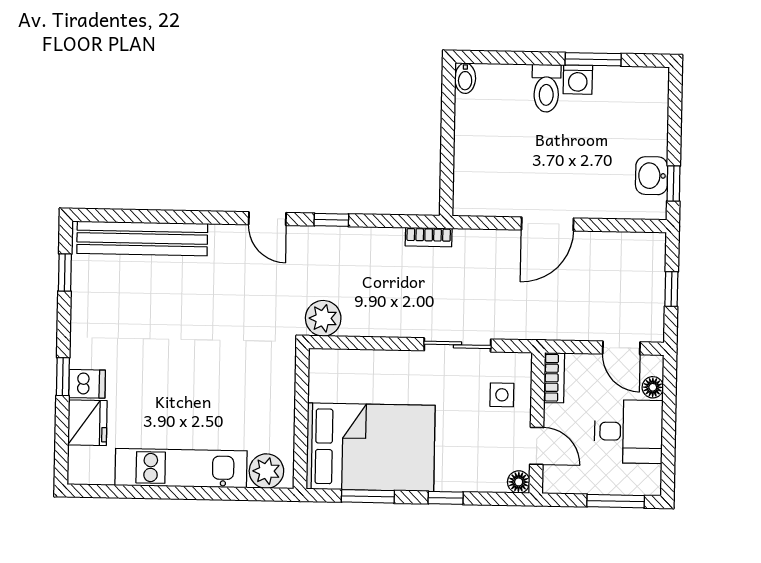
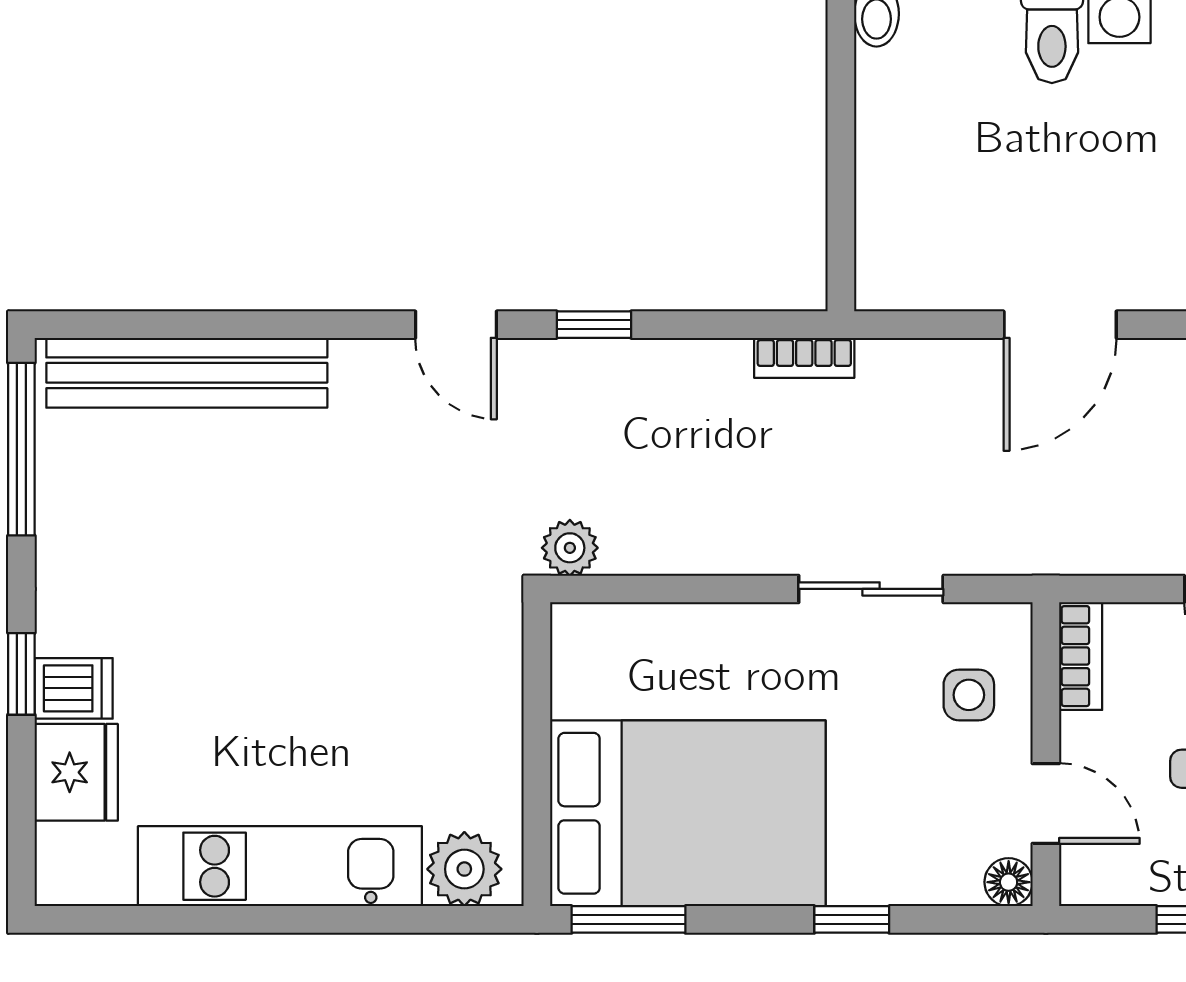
window: (65, 272) -> (21, 449), width x2.17
plant: (323, 318) -> (570, 548), width x0.73, depth x0.73
window: (368, 496) -> (629, 919), moved

